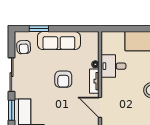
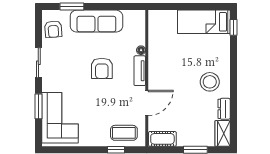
desk: (113, 66) -> (163, 52), removed
sliding door: (12, 75) -> (38, 63), width x0.73
door: (100, 107) -> (147, 103), swing flipped

